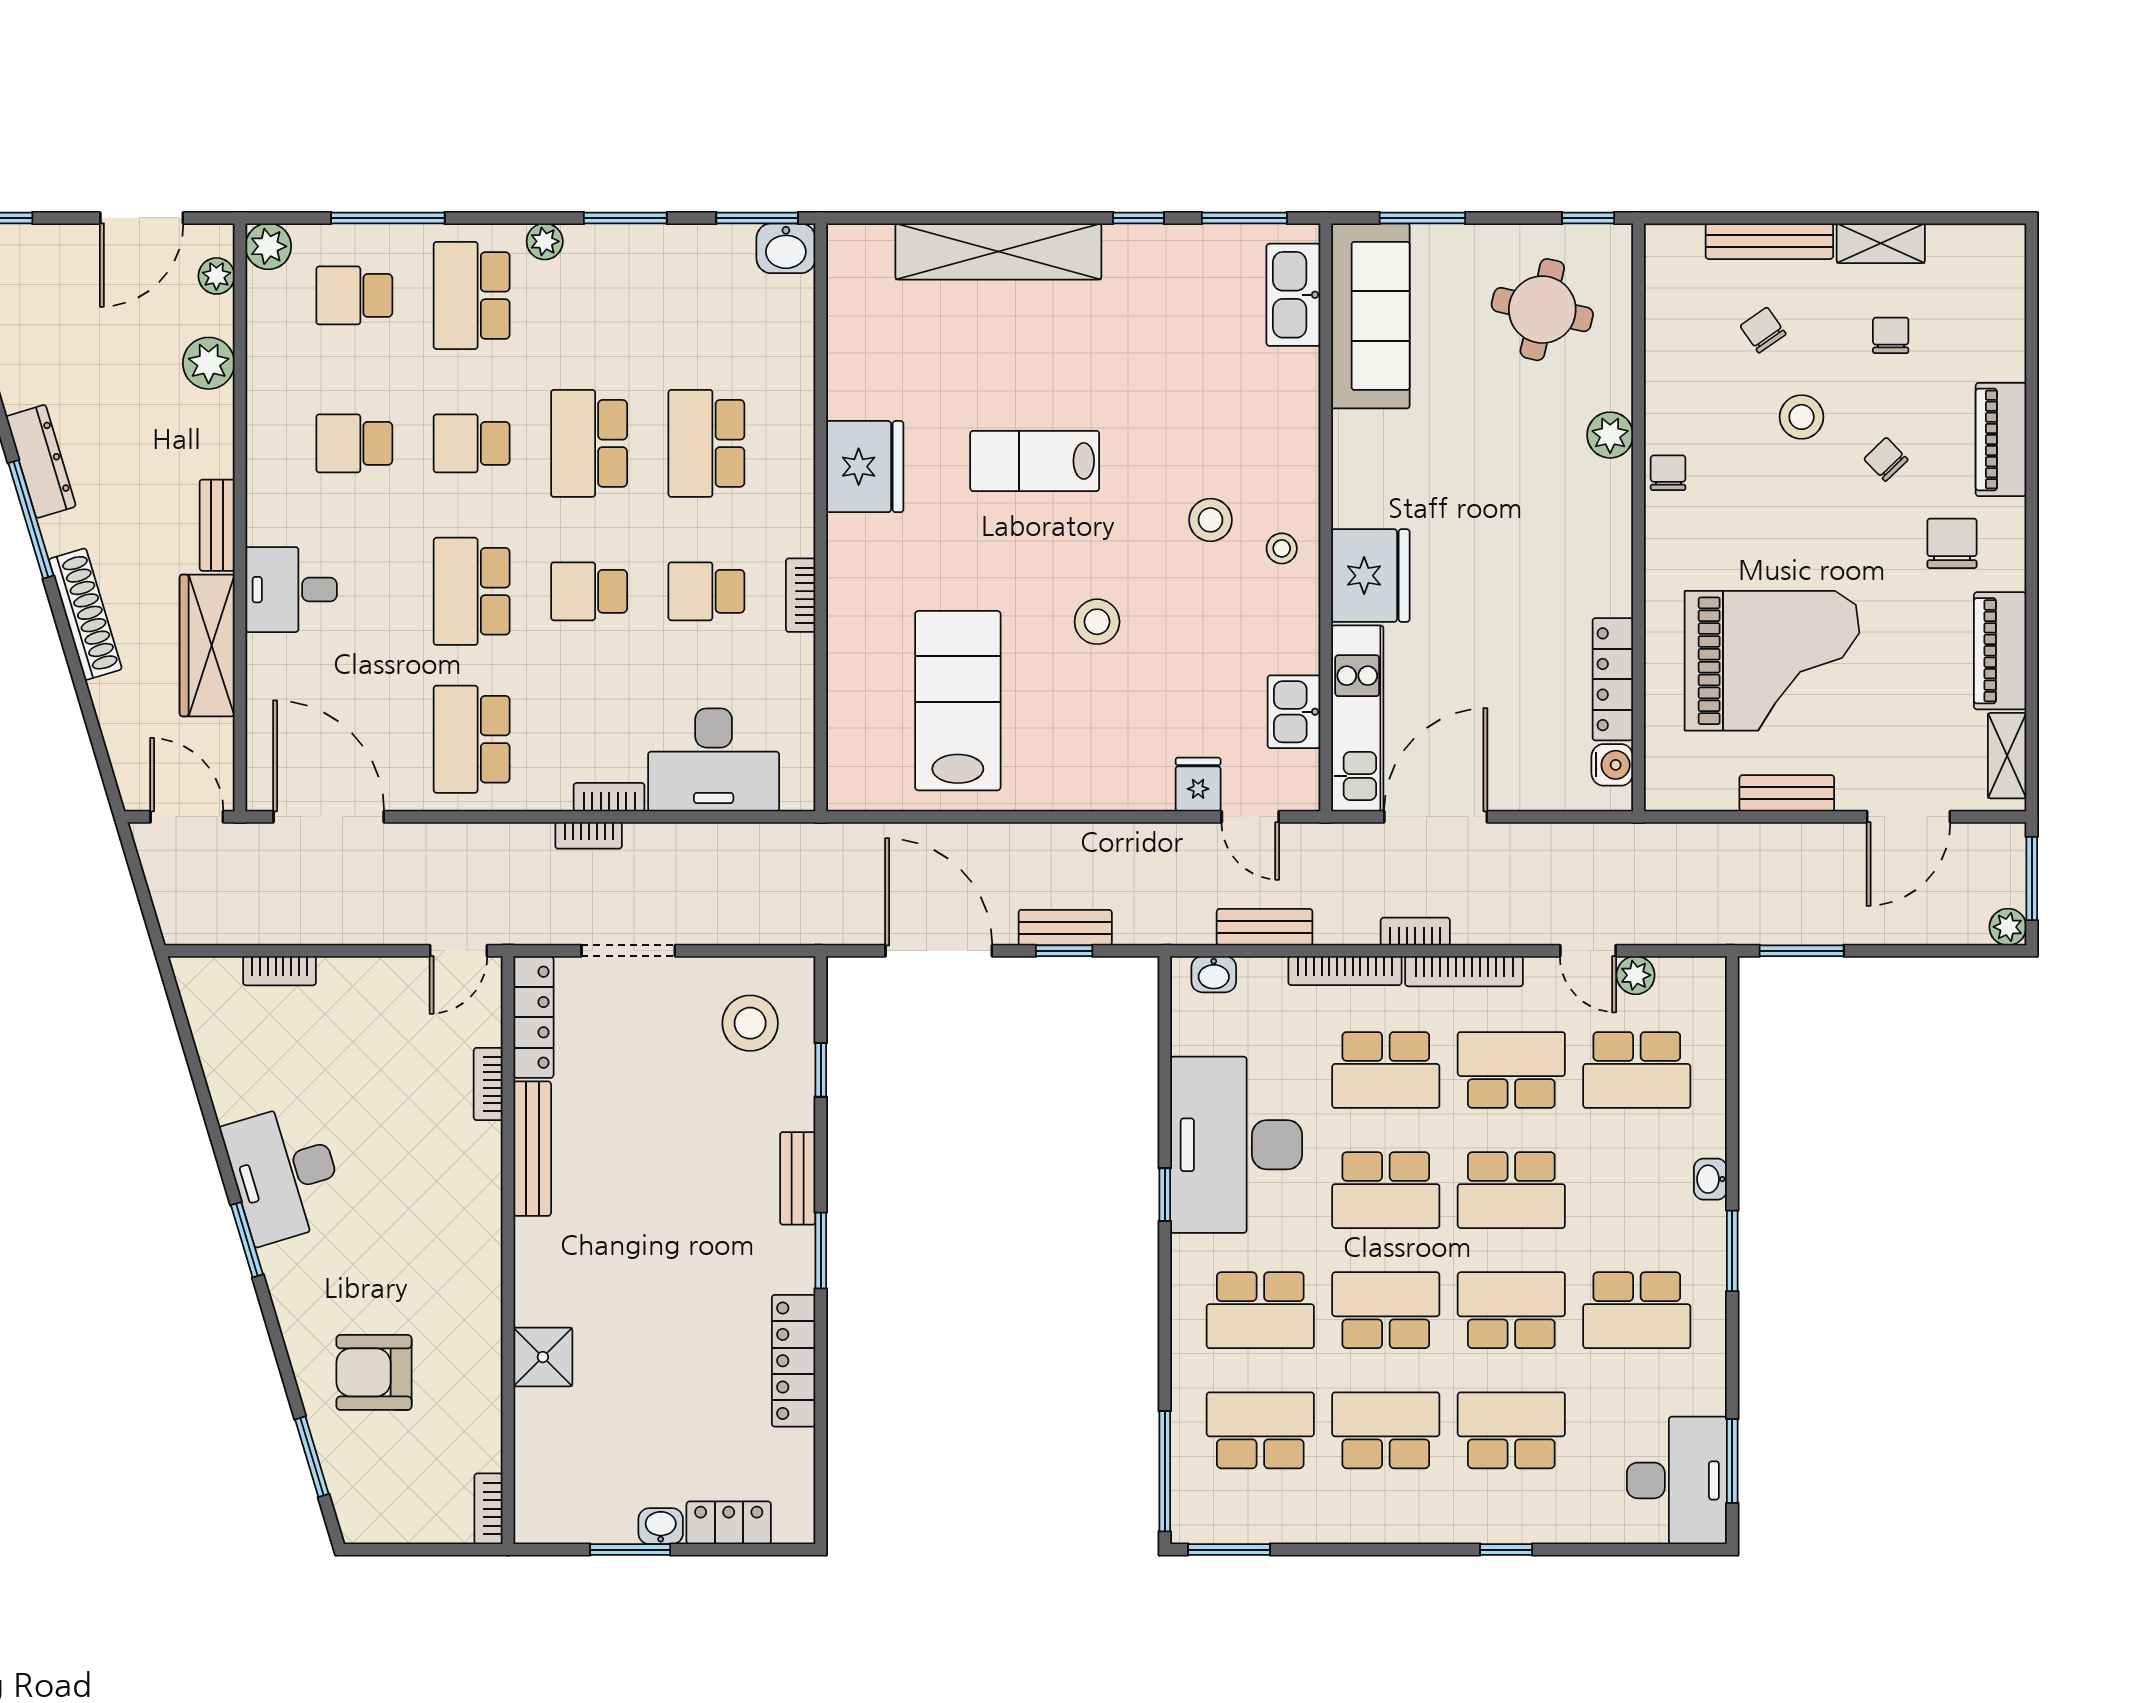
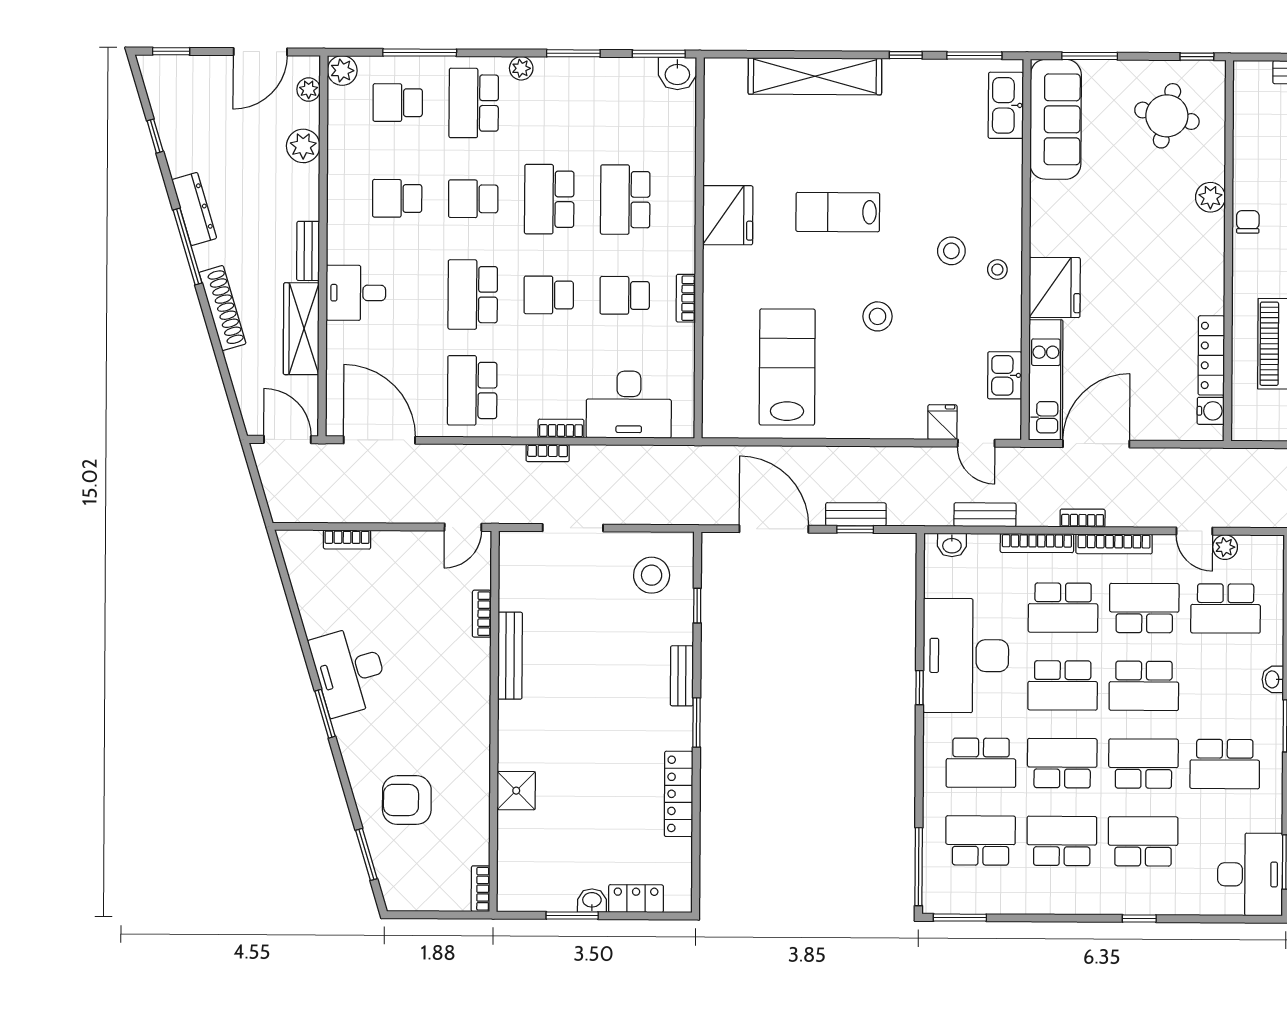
locker: (533, 1017) -> (511, 571), removed

